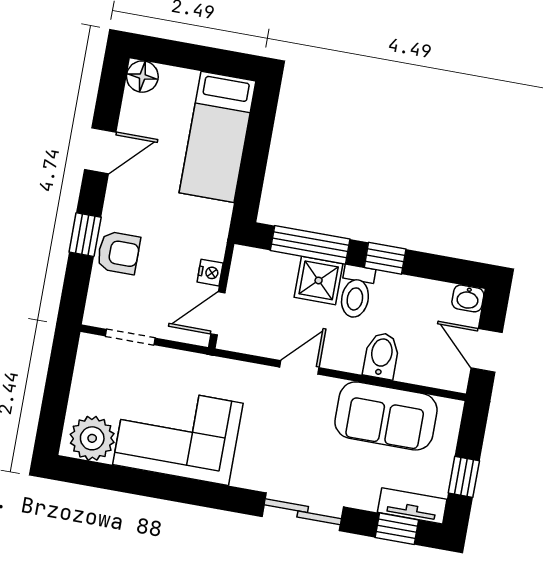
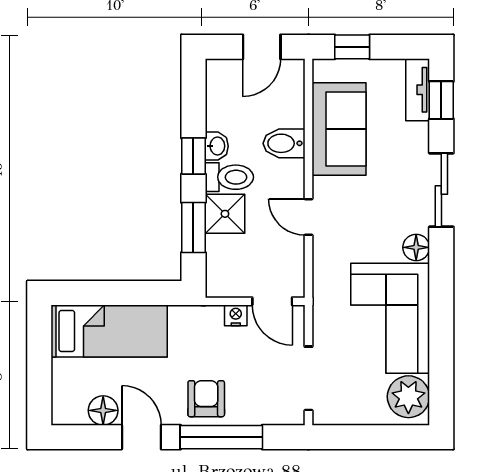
floor lamp: (142, 77) -> (103, 410), moved
window: (85, 235) -> (221, 437), width x2.17
window: (310, 245) -> (193, 228), width x0.69
armchair: (119, 253) -> (206, 399), moved
washbasin: (468, 298) -> (217, 146), moved
doorway: (130, 337) -> (309, 378), width x1.38
floor lamp: (247, 475) -> (416, 247), added
window: (464, 477) -> (352, 47), moved

